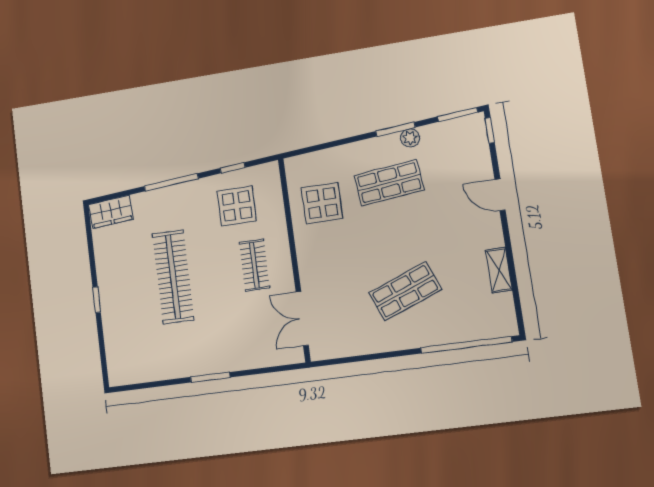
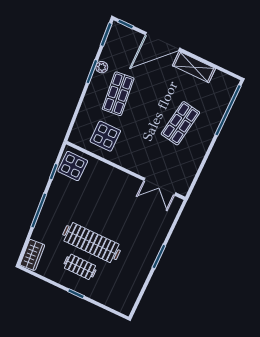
door: (500, 195) -> (163, 41), width x1.87
display table: (237, 206) -> (73, 166), moved
clothes rail: (254, 265) -> (80, 267), moved
shelving: (499, 270) -> (194, 67), width x1.50, depth x1.33
shop shelf: (405, 291) -> (180, 123), turned 30

